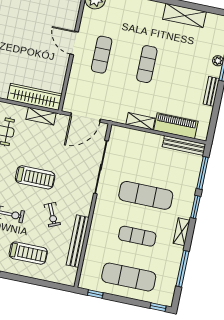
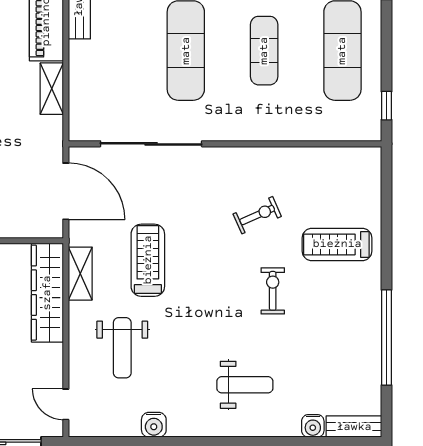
treadmill: (35, 177) -> (148, 260), moved
bench: (78, 241) -> (296, 158), removed
treadmill: (28, 253) -> (337, 244), turned -90

